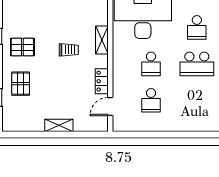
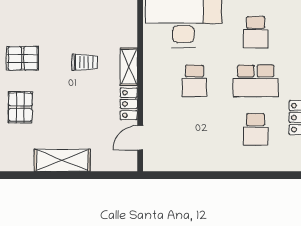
shelving: (102, 40) -> (129, 67), moved
school desk: (151, 100) -> (256, 130), moved
shelving: (59, 125) -> (62, 160), width x1.50, depth x1.33

